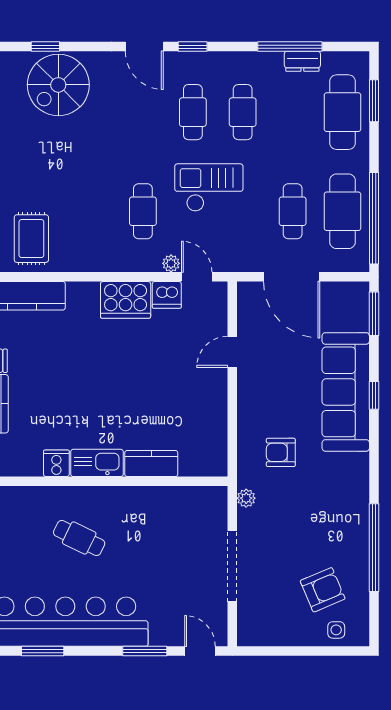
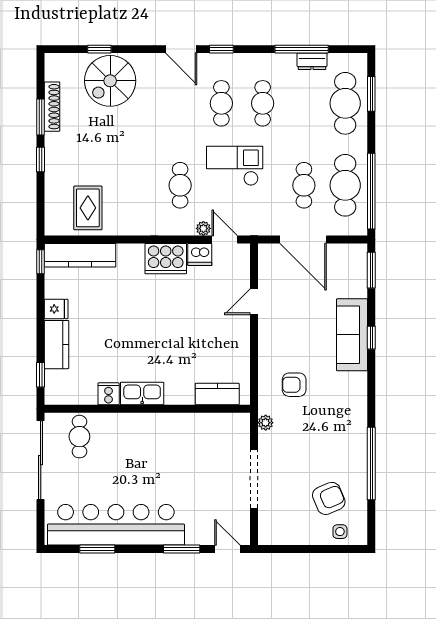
sofa: (346, 392) -> (352, 335), width x0.74, depth x0.79
kitchen counter: (151, 463) -> (217, 394), moved
cafe table: (79, 538) -> (79, 437), moved, turned 64

